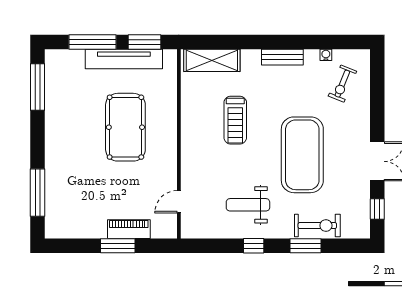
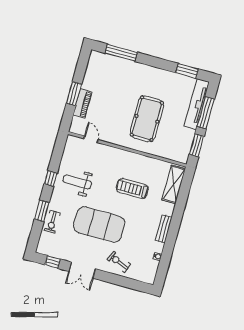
tv unit: (124, 59) -> (197, 104), moved
exercise bike: (342, 84) -> (119, 262), moved
window: (38, 87) -> (187, 71), width x0.69
pool table: (125, 127) -> (147, 119), turned 90
weight bench: (248, 205) -> (77, 182), turned -90
exercise bike: (317, 226) -> (52, 222), width x0.73, depth x0.72

